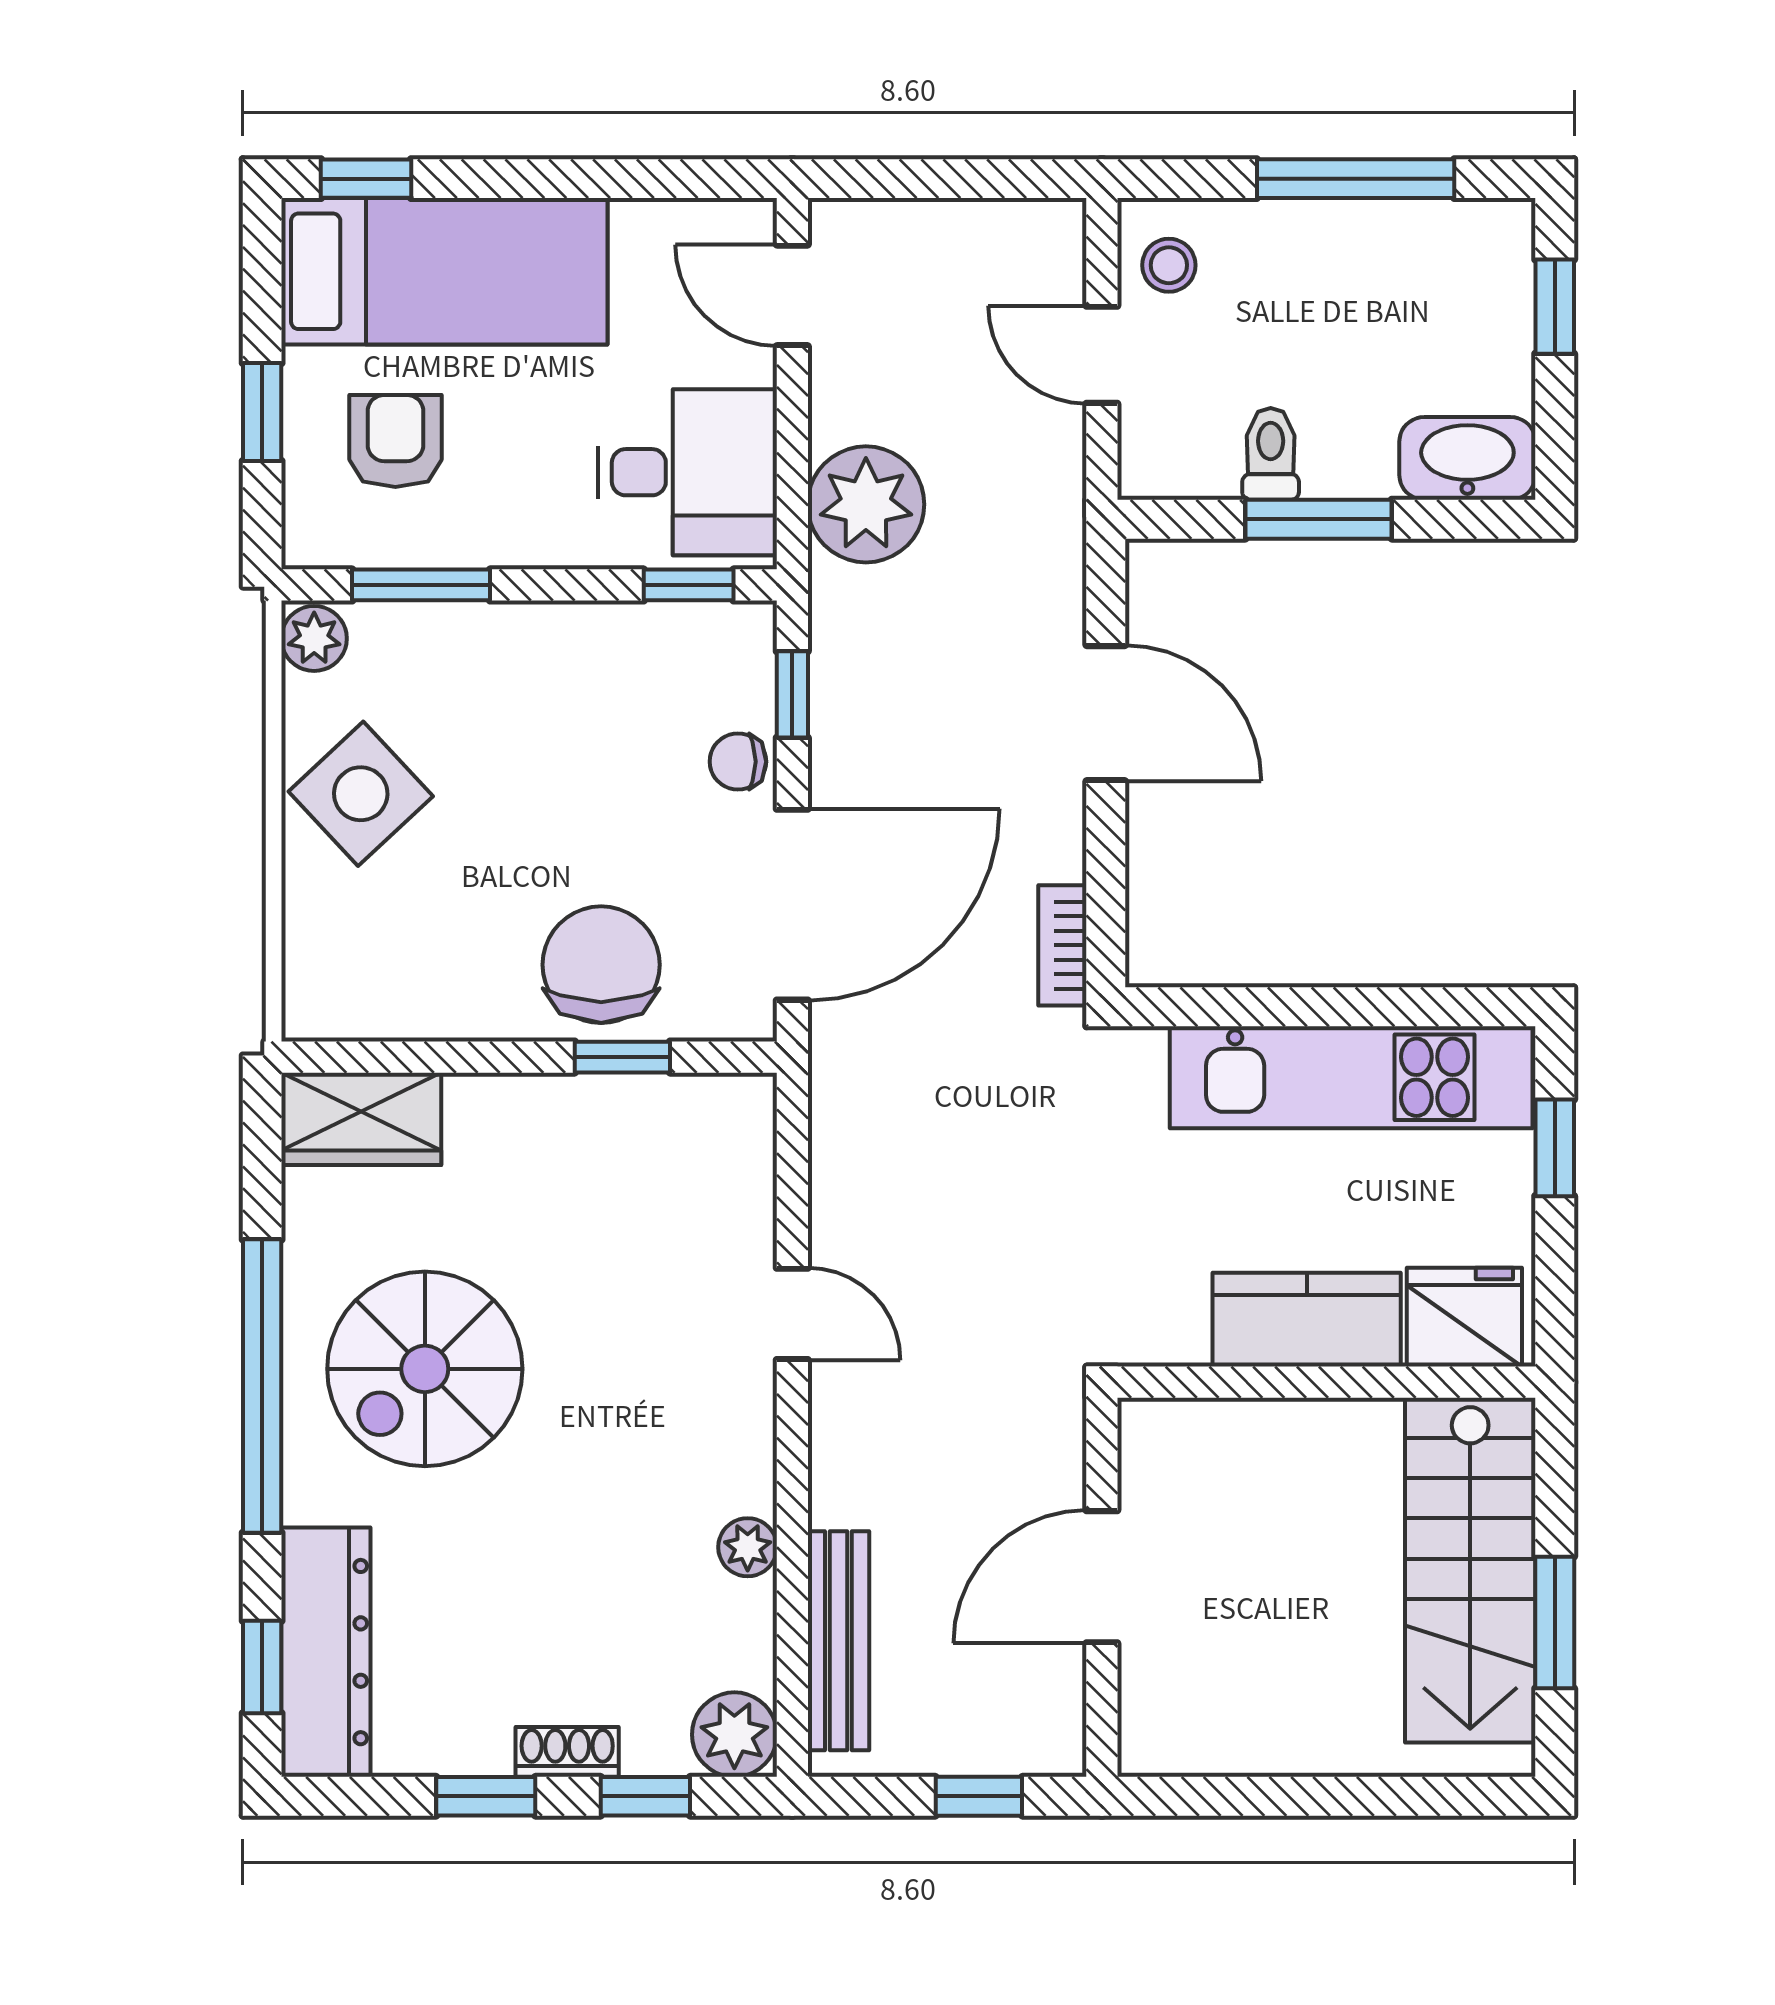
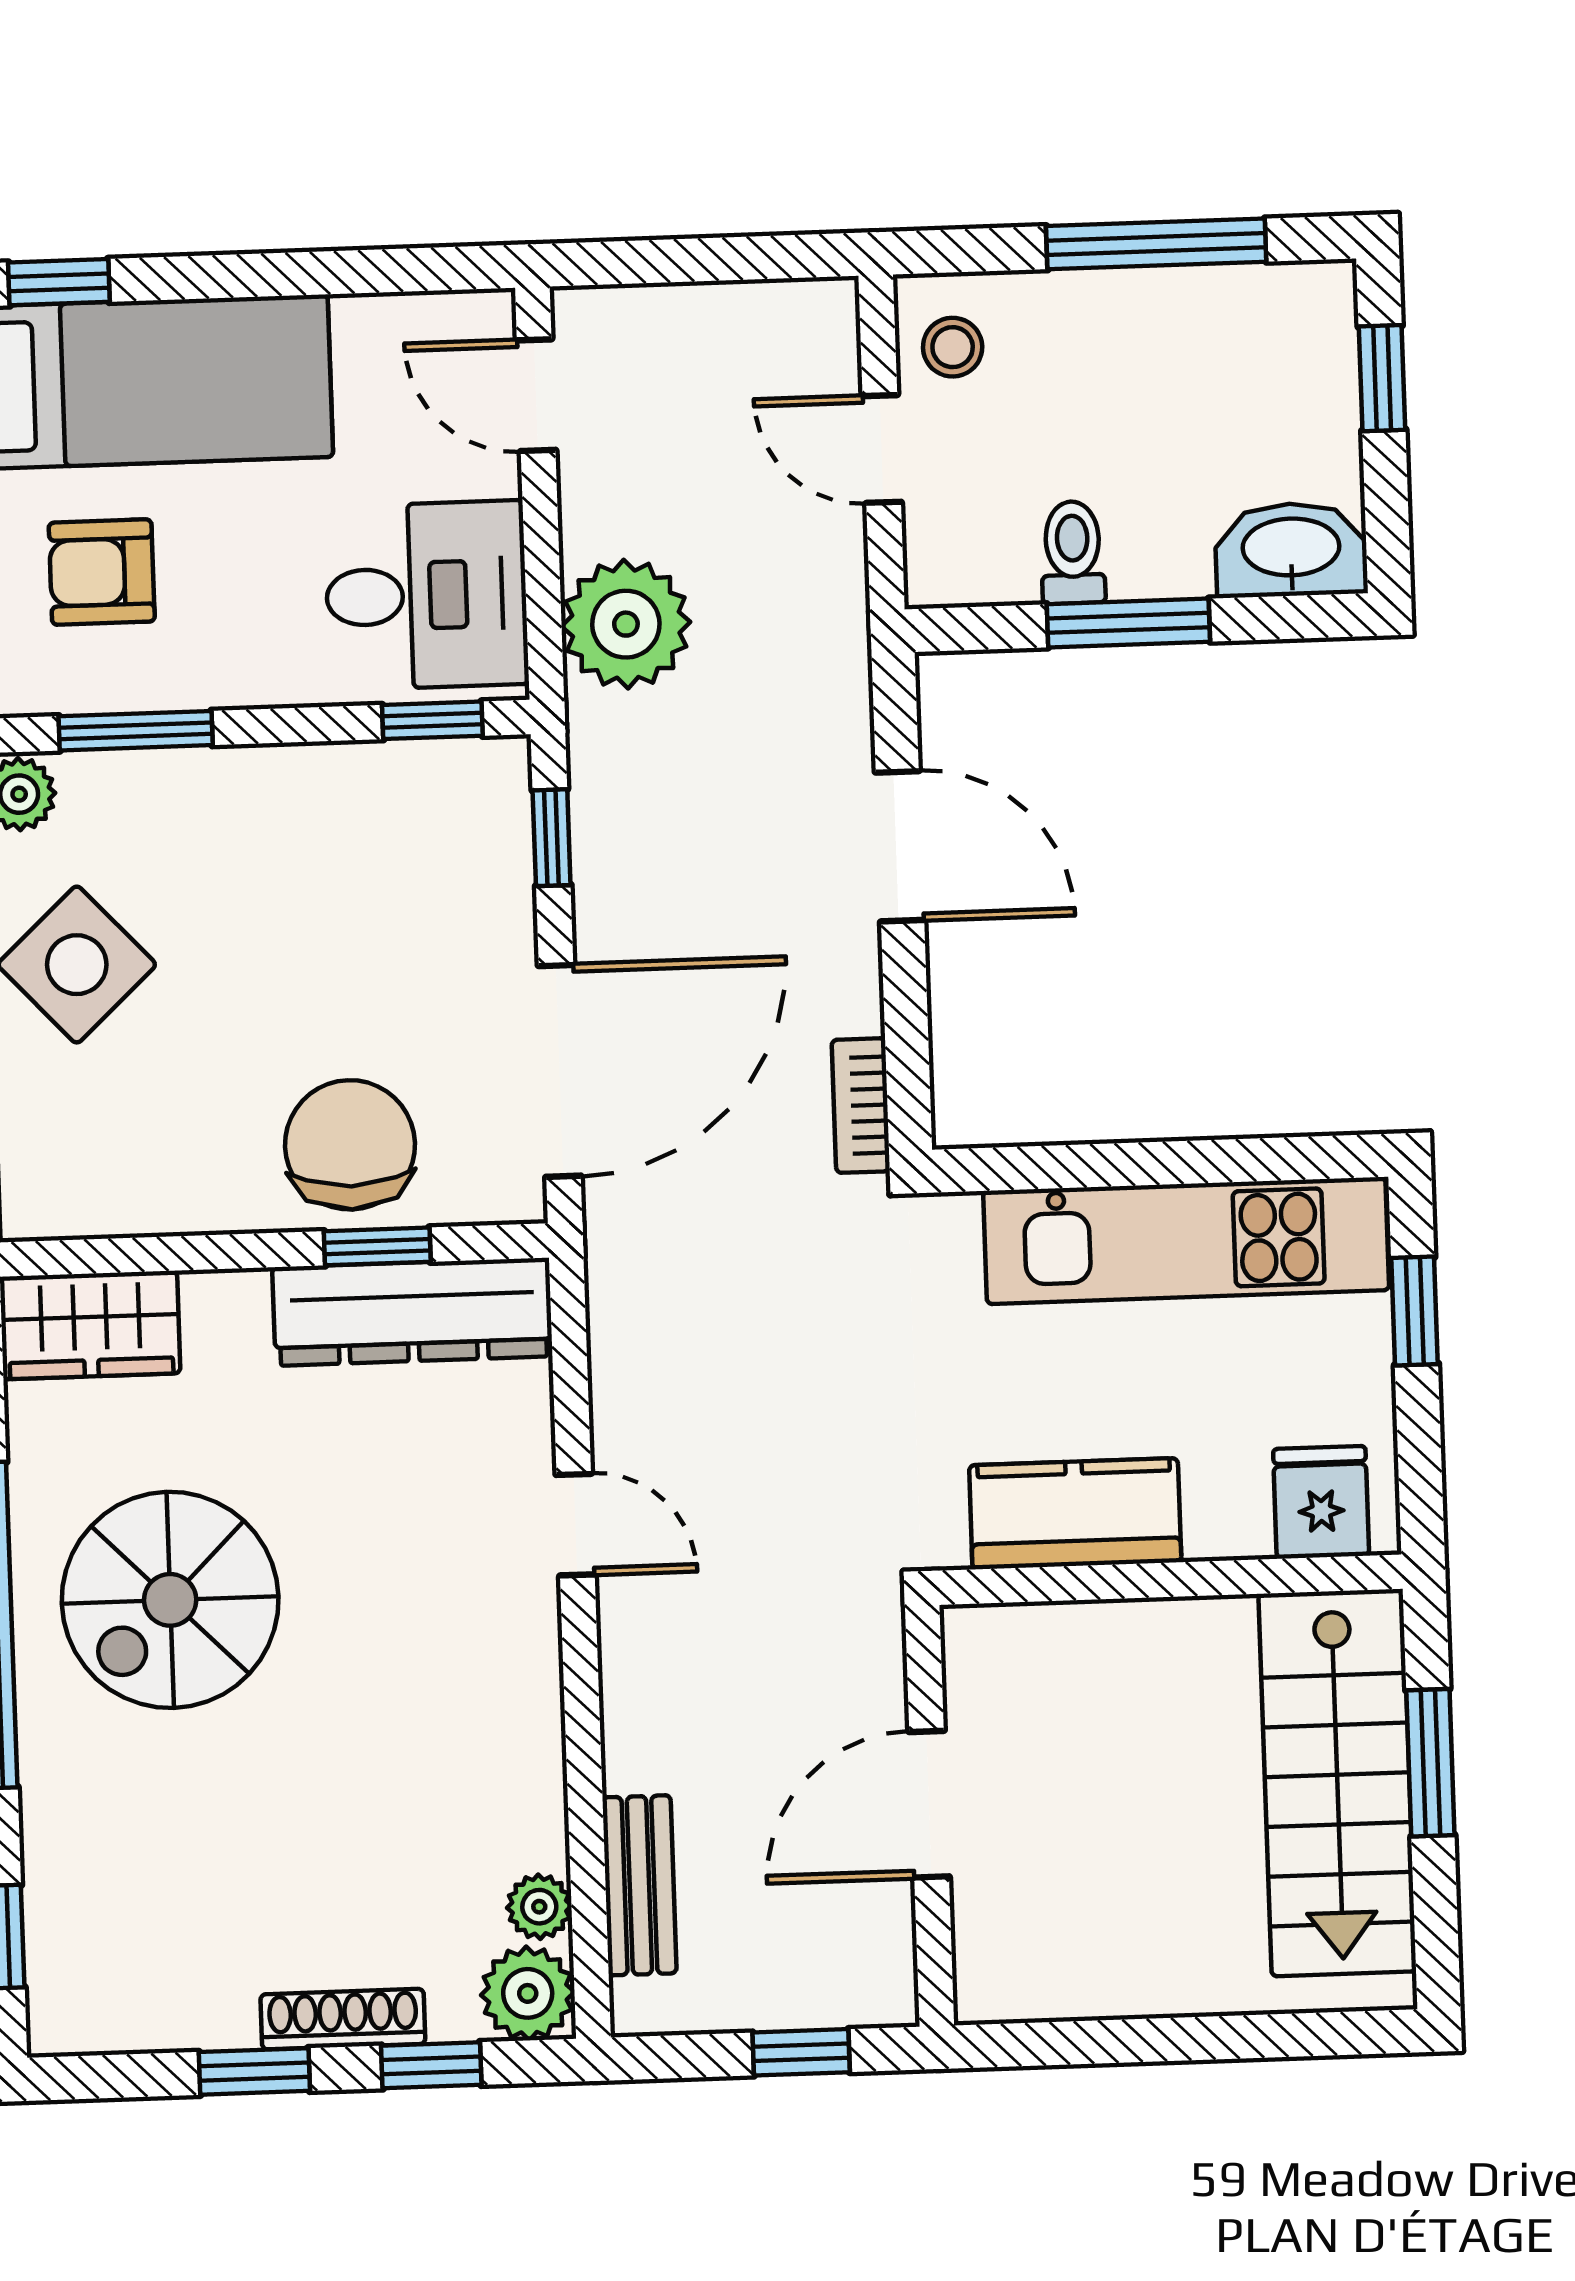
armchair: (395, 441) -> (102, 572), turned -90
chair: (738, 762) -> (494, 914), removed
fridge: (1464, 1317) -> (1321, 1502), width x0.72
kitchen counter: (1307, 1320) -> (1075, 1514), moved
plant: (748, 1547) -> (539, 1907), moved
window: (1555, 1623) -> (1430, 1763), moved
bench: (838, 1641) -> (639, 1885), width x0.73
dresser: (326, 1652) -> (412, 1312), moved, turned 90
shoe rack: (567, 1752) -> (343, 2019), width x1.43

